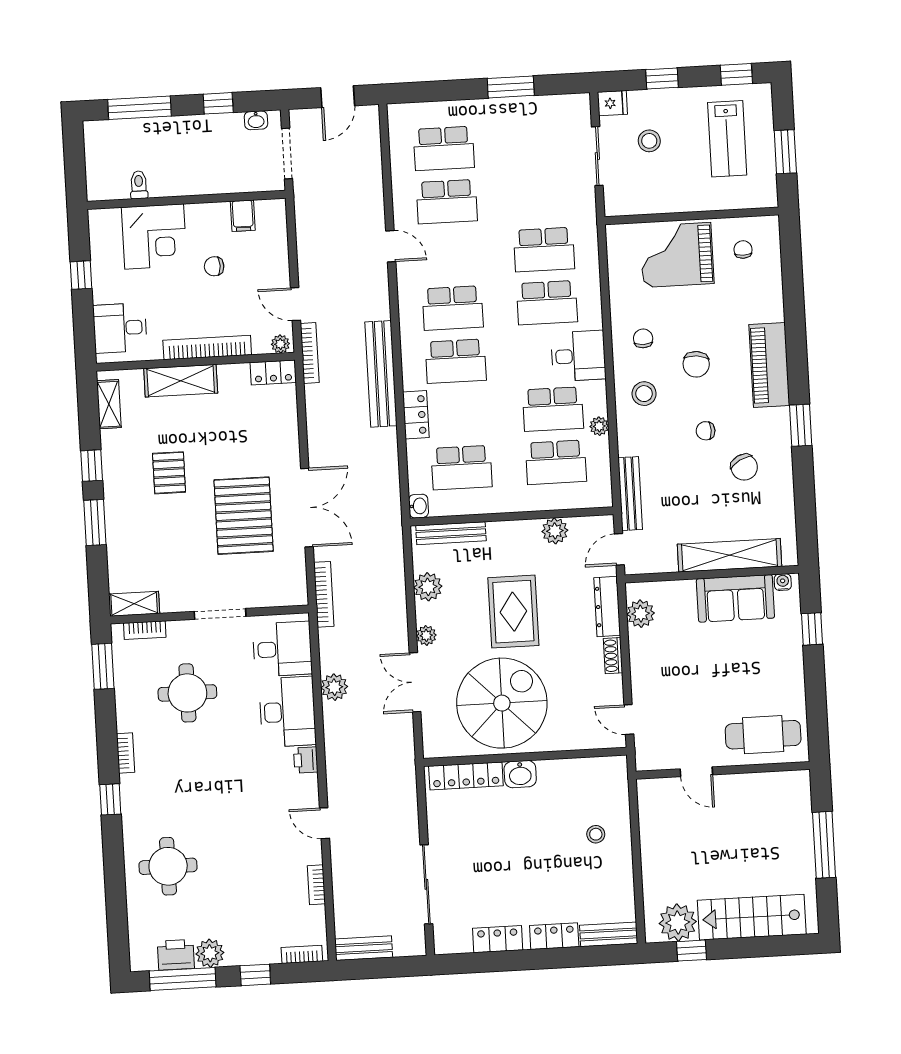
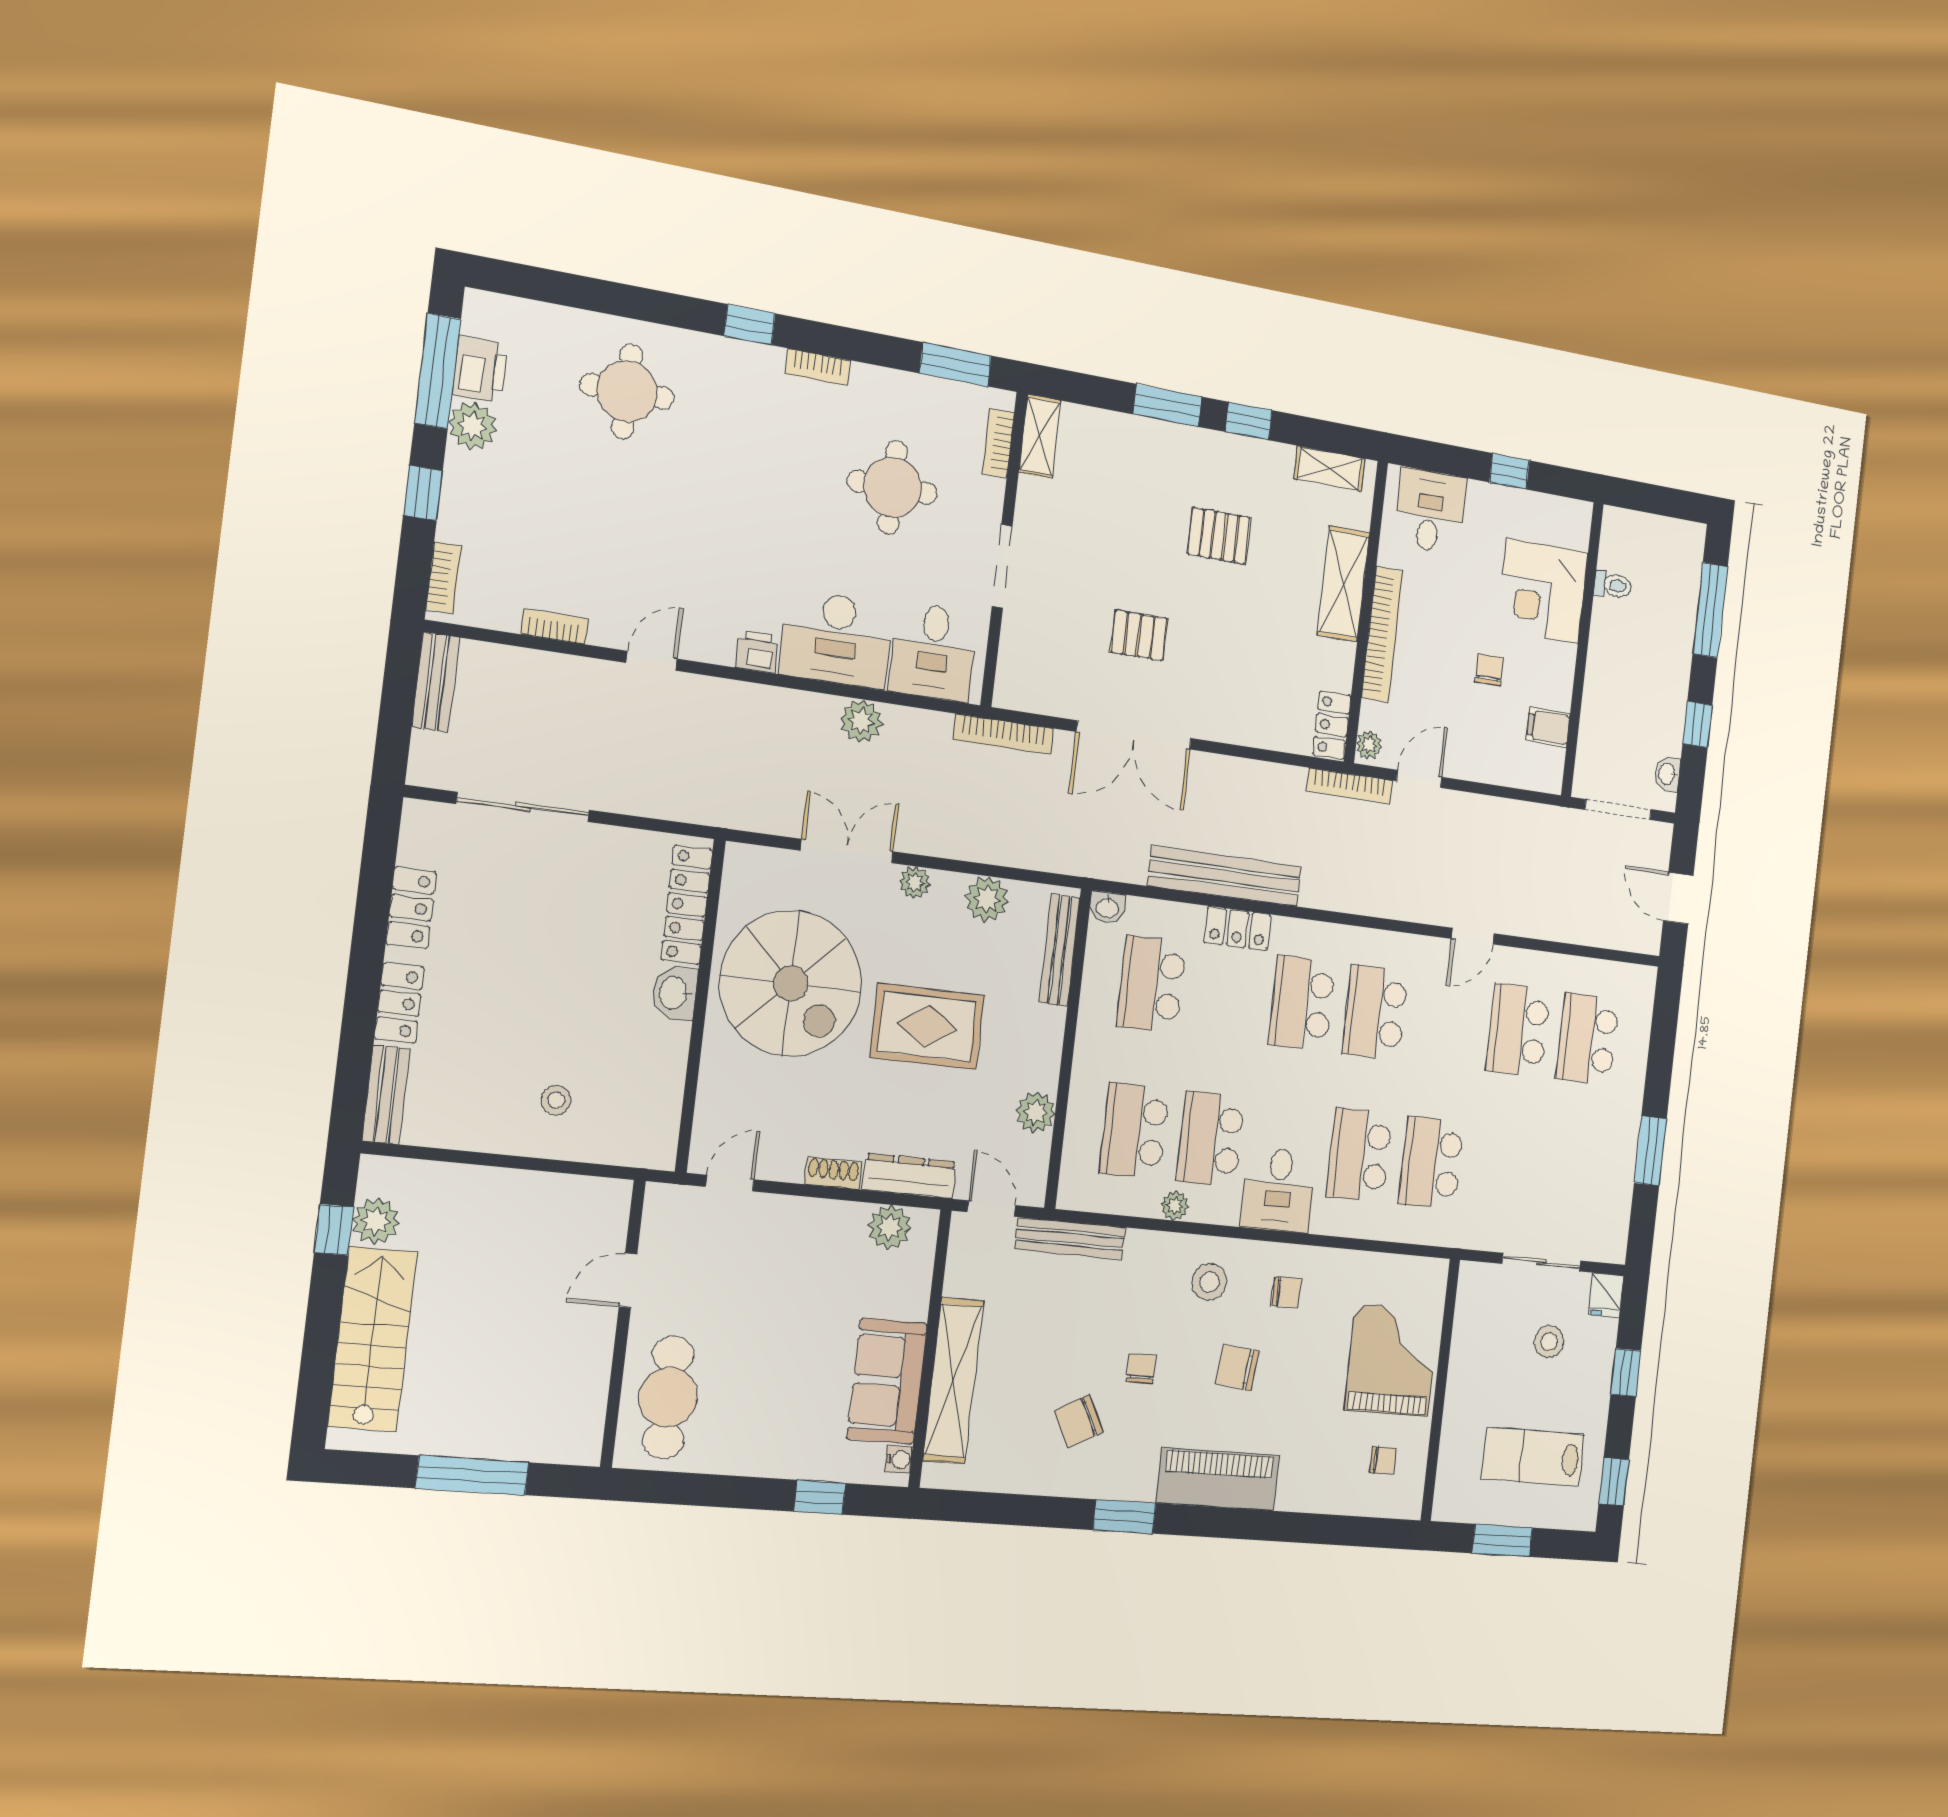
bench: (381, 374) -> (1225, 876), moved
pallet: (244, 516) -> (1139, 635), width x0.49, depth x0.50
plant: (678, 923) -> (376, 1221), width x0.73, depth x0.73

